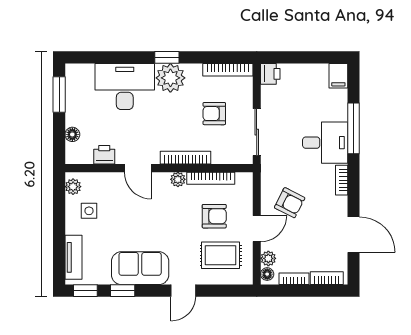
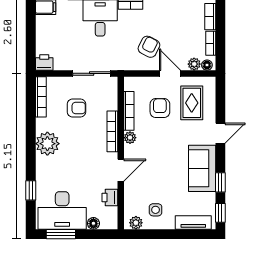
window: (167, 57) -> (31, 190), moved
desk: (125, 87) -> (62, 210), moved, turned -90
armchair: (214, 114) -> (76, 108), turned -90
door: (183, 291) -> (220, 133), hinge flipped

